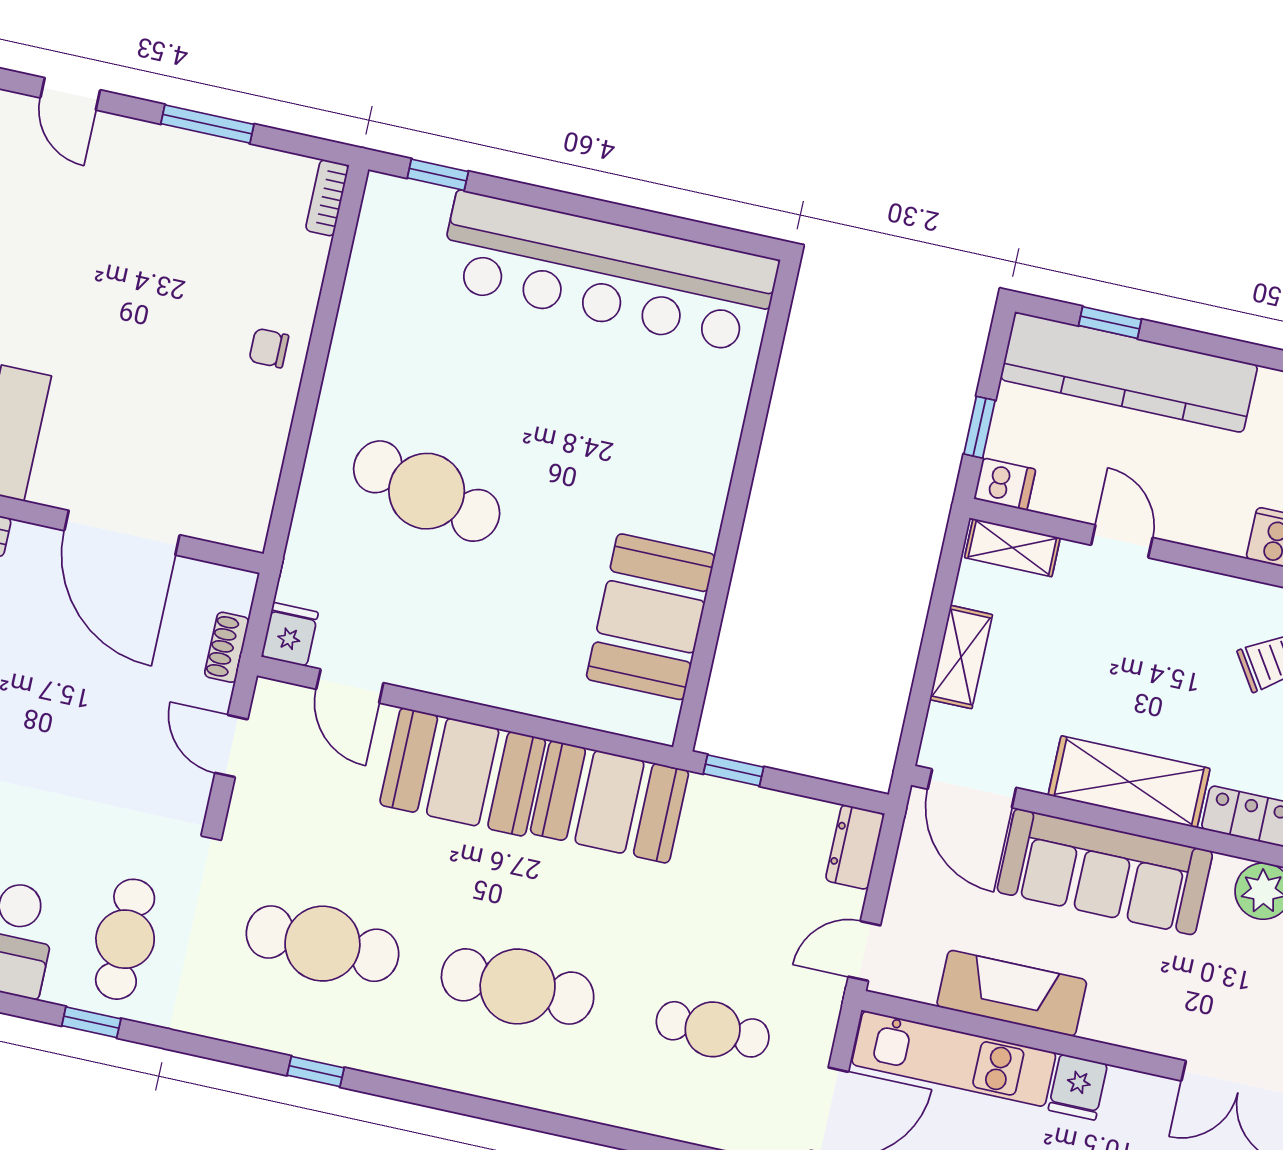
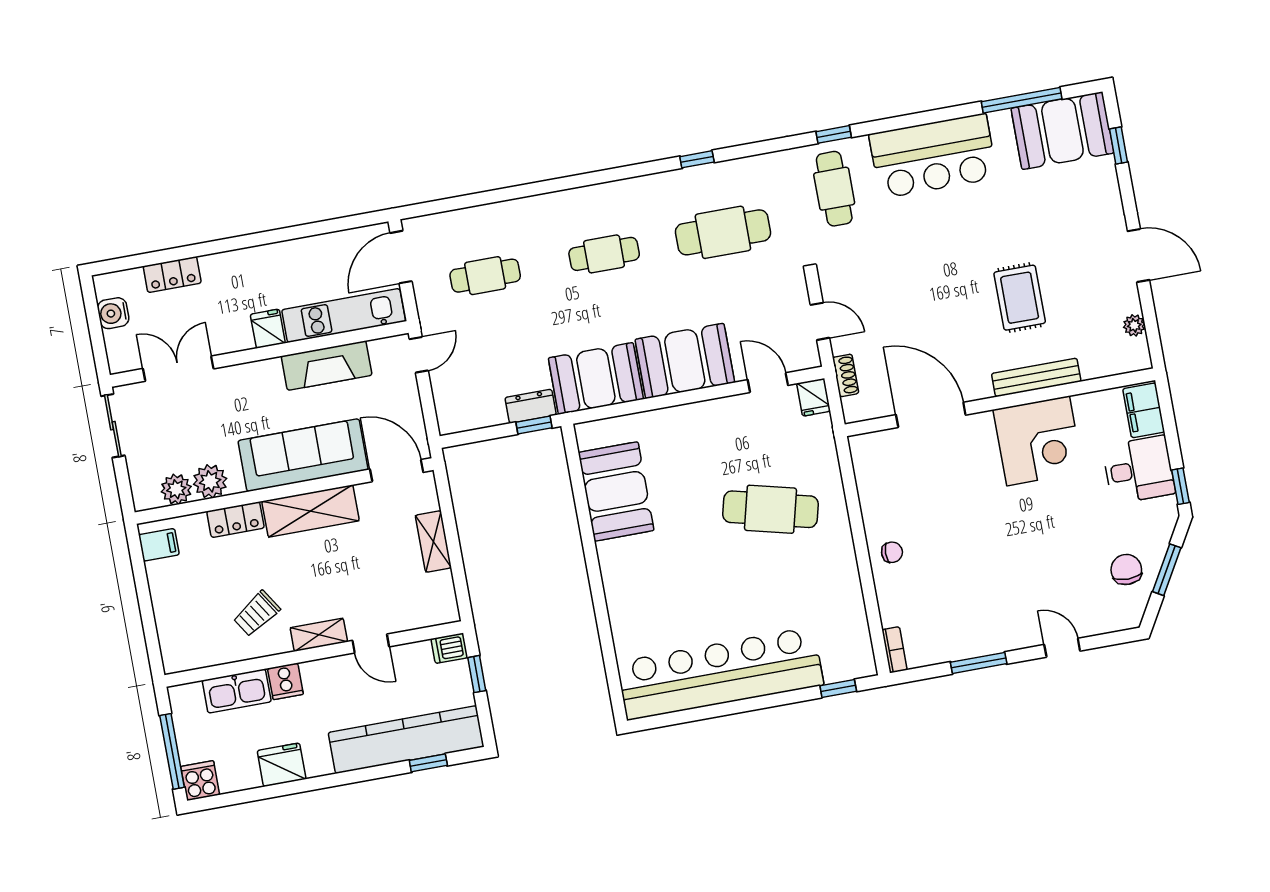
shelving: (1012, 548) -> (319, 635), moved
dresser: (855, 847) -> (531, 406), moved, turned -90
cafe table: (518, 986) -> (604, 254), width x0.73, depth x0.74

